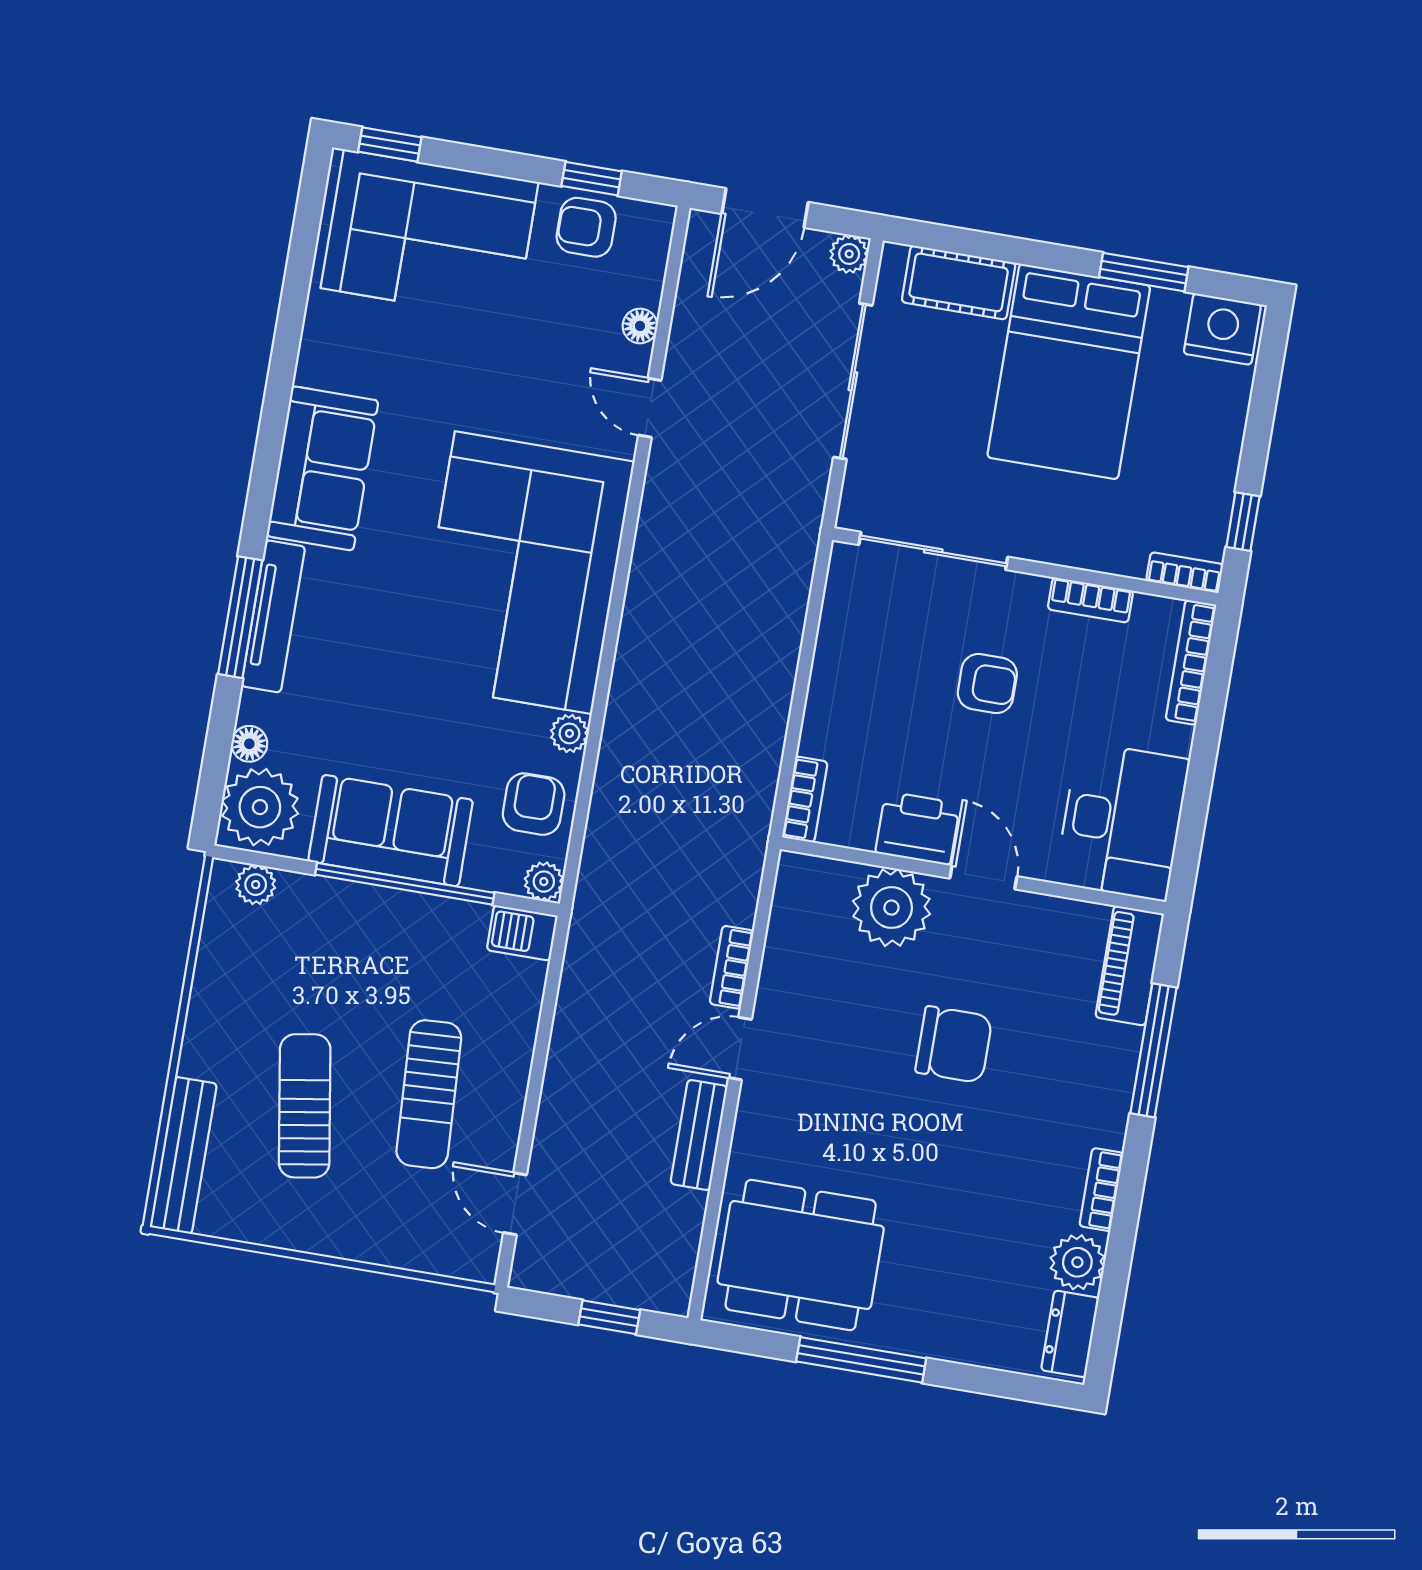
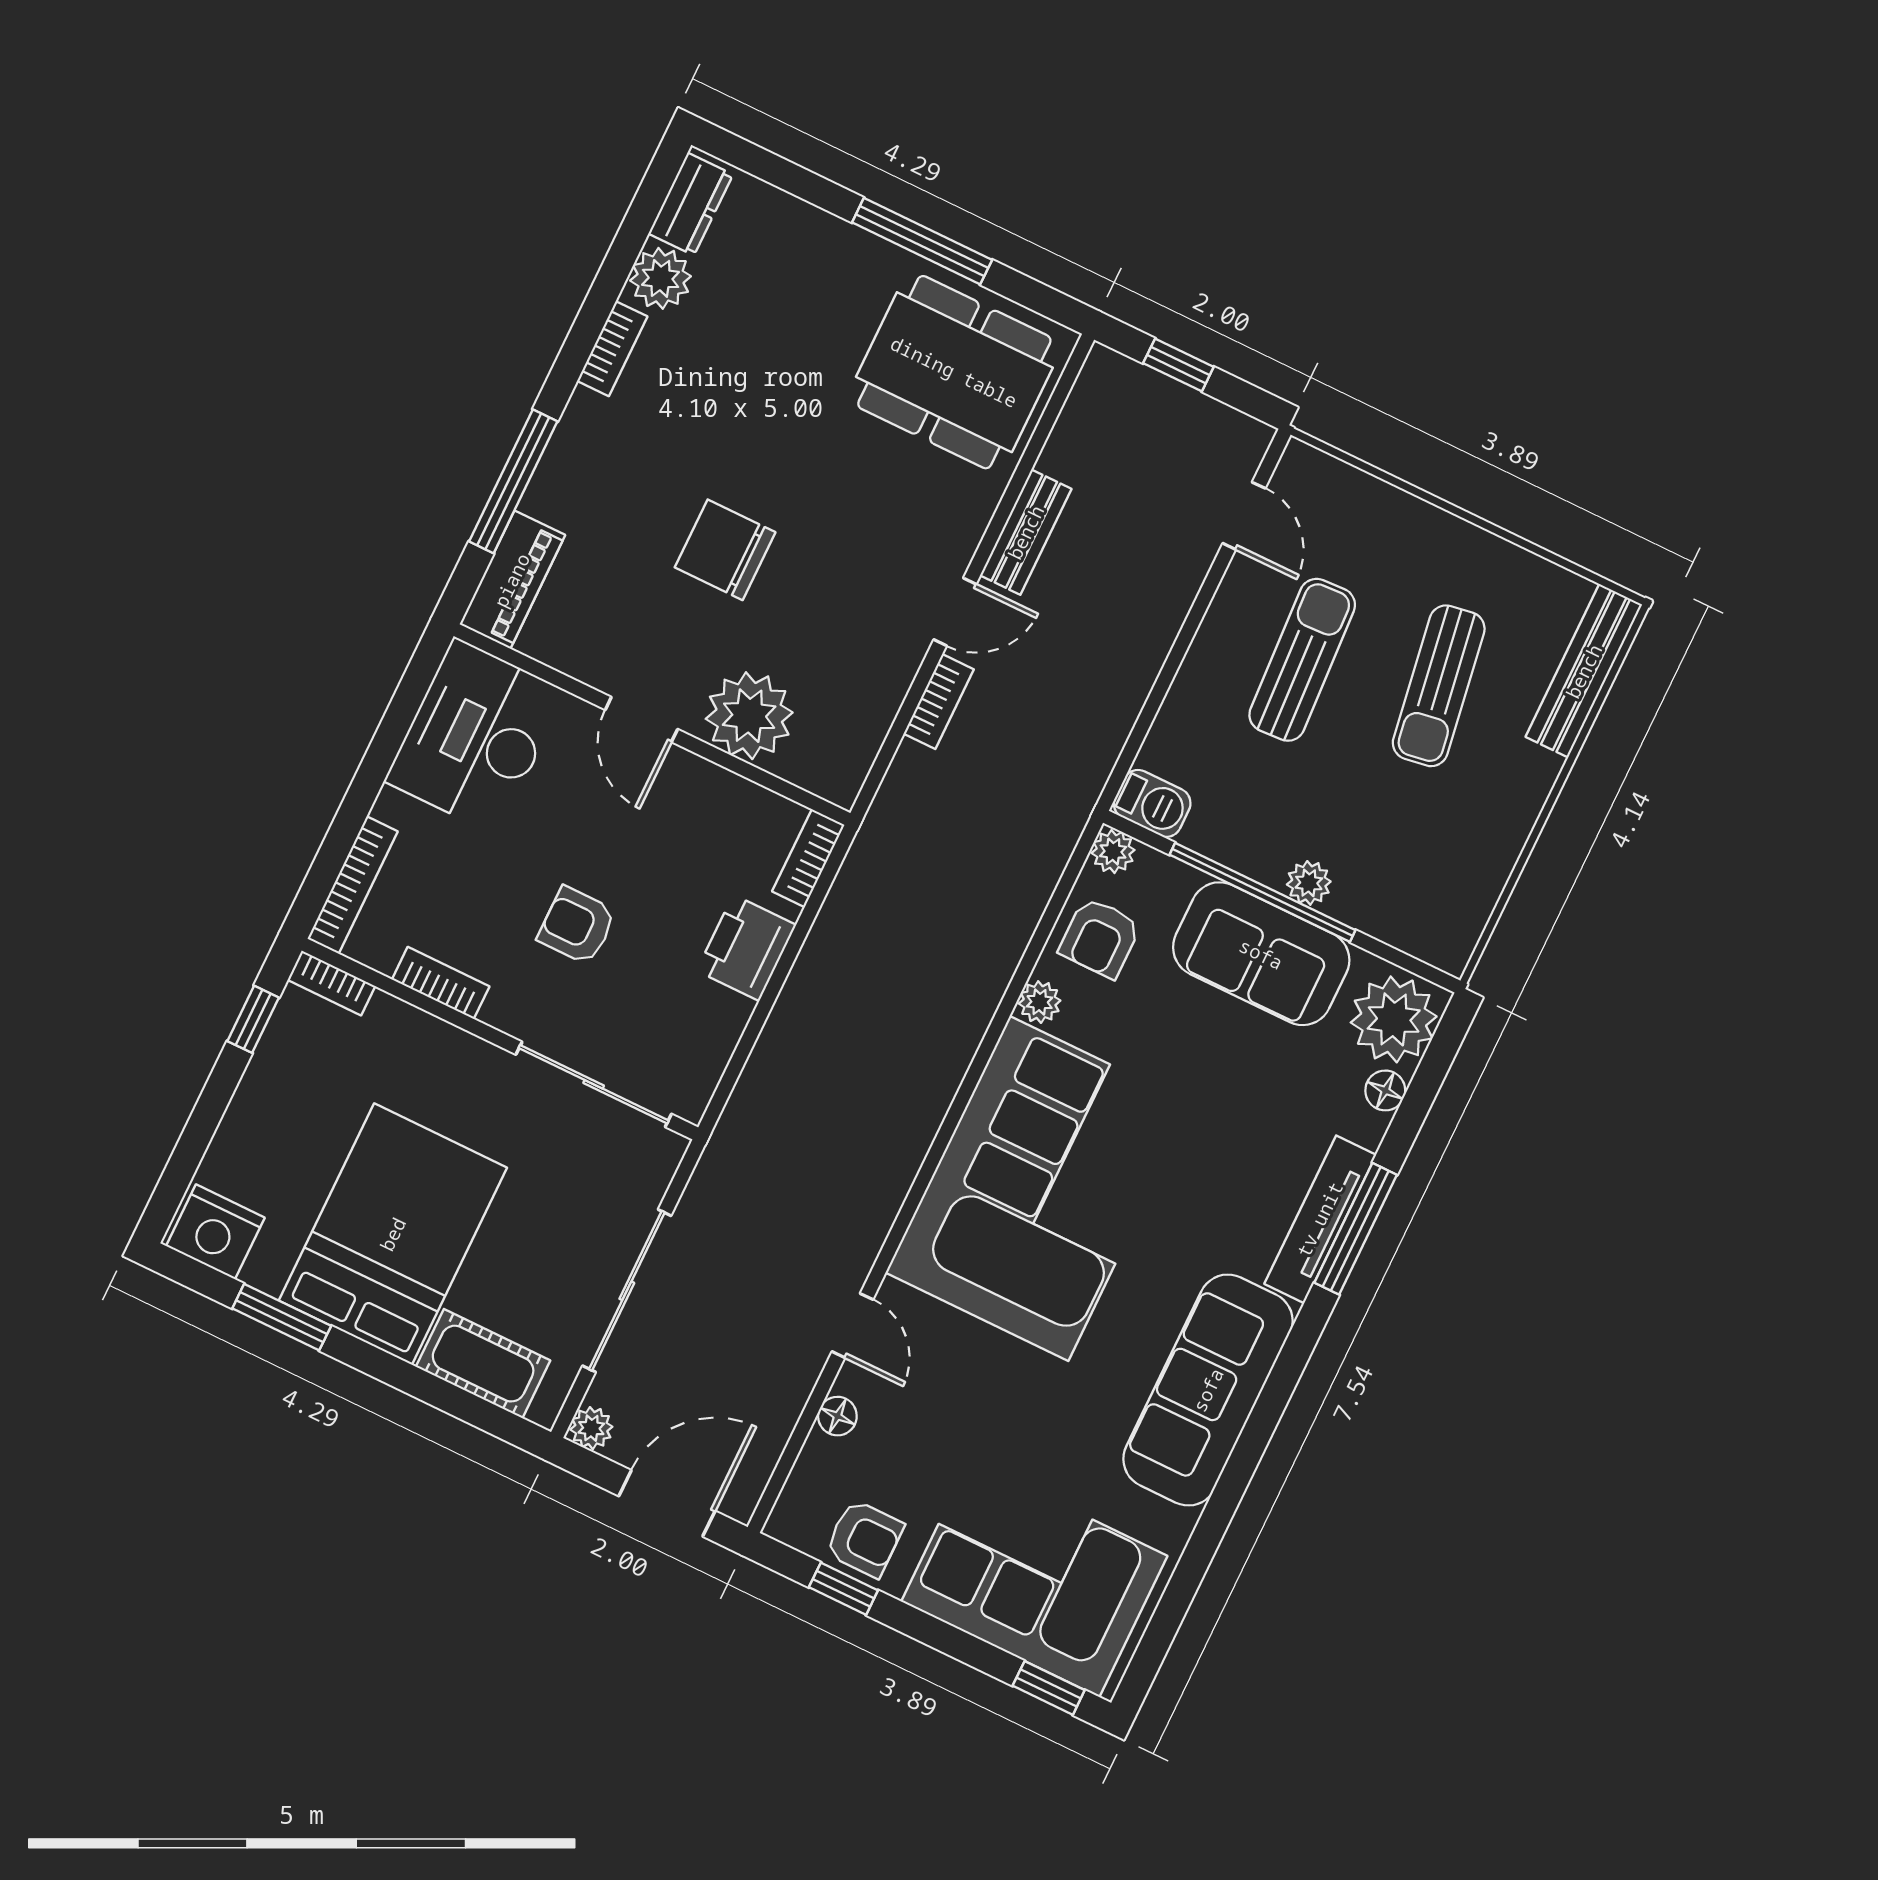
sofa: (322, 468) -> (1208, 1390), width x1.36
printer: (918, 828) -> (746, 948), moved, turned 90
plant: (256, 885) -> (1309, 883), moved

